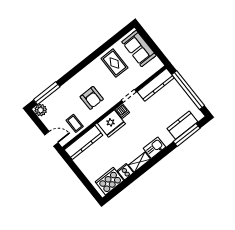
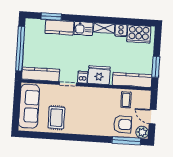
sofa: (139, 49) -> (29, 106), width x1.36
armchair: (92, 98) -> (123, 124), moved, turned 90
kitchen counter: (182, 125) -> (59, 27), moved
window: (187, 135) -> (51, 17), width x0.69
door: (51, 139) -> (153, 117), moved
window: (75, 168) -> (156, 67), added

